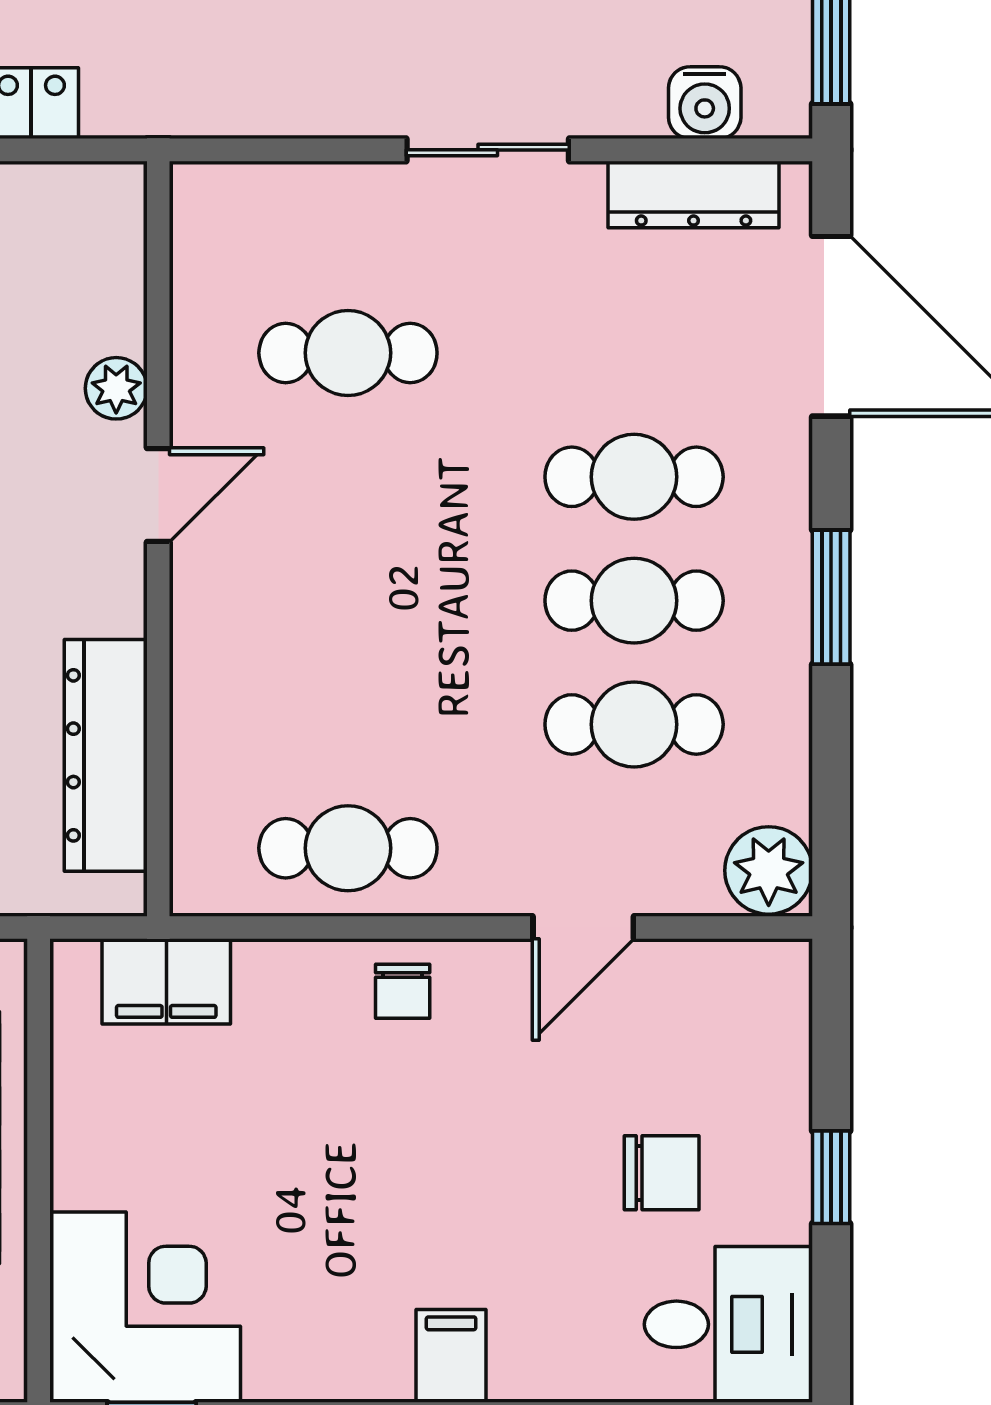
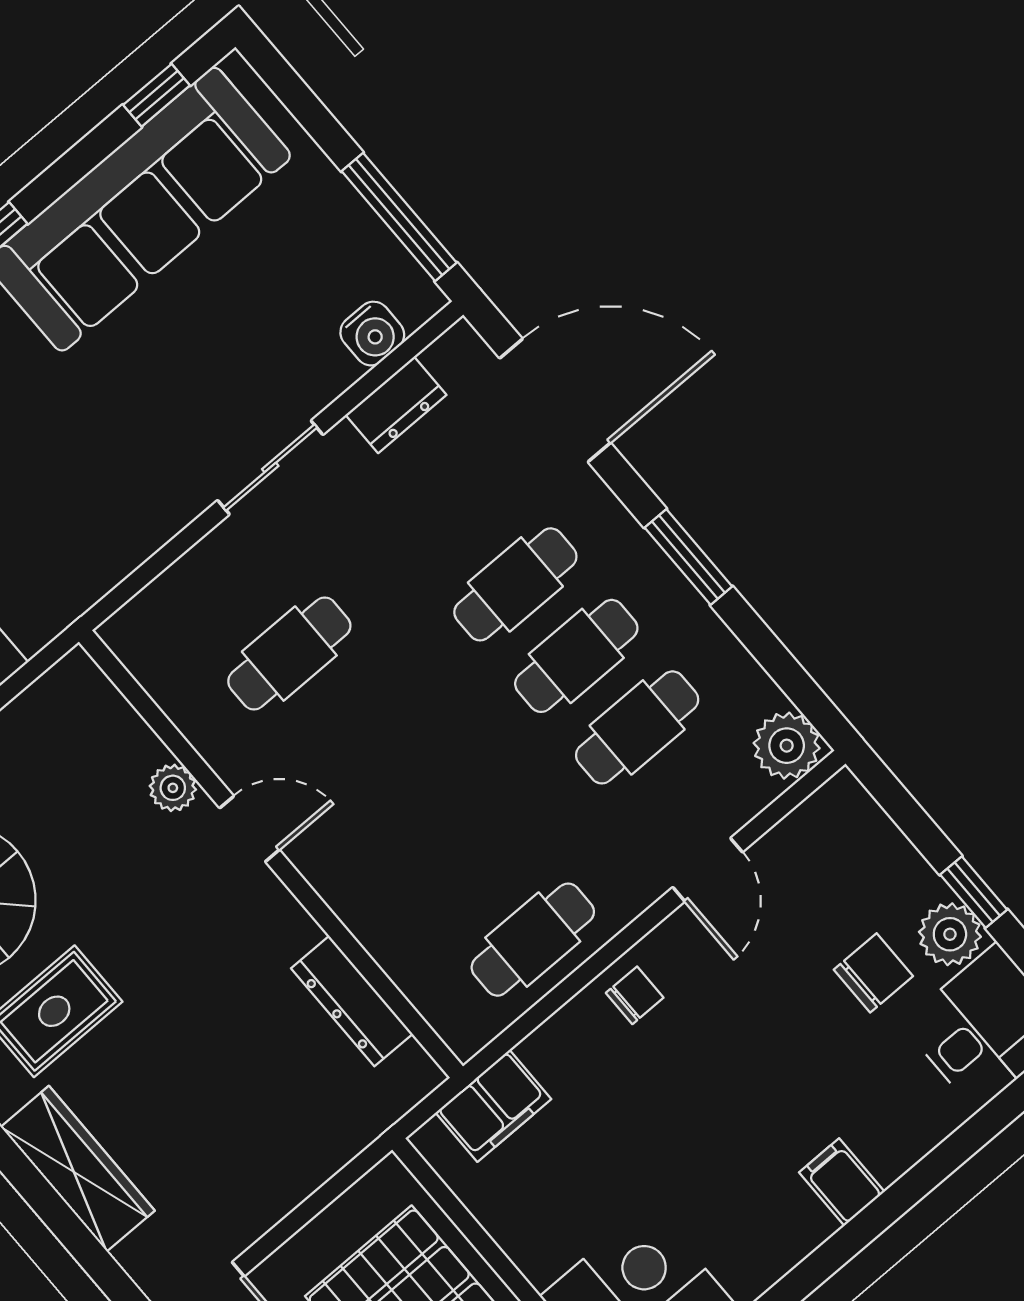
dresser: (694, 195) -> (396, 405), width x0.70
door: (158, 495) -> (250, 829), hinge flipped
dresser: (106, 755) -> (352, 1001), width x0.73, depth x0.80
chair: (403, 991) -> (635, 995), turned -90
plant: (771, 1199) -> (950, 934), added

